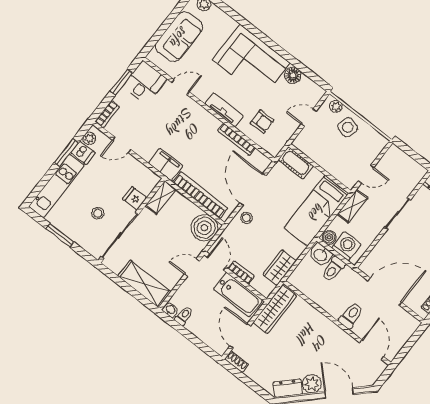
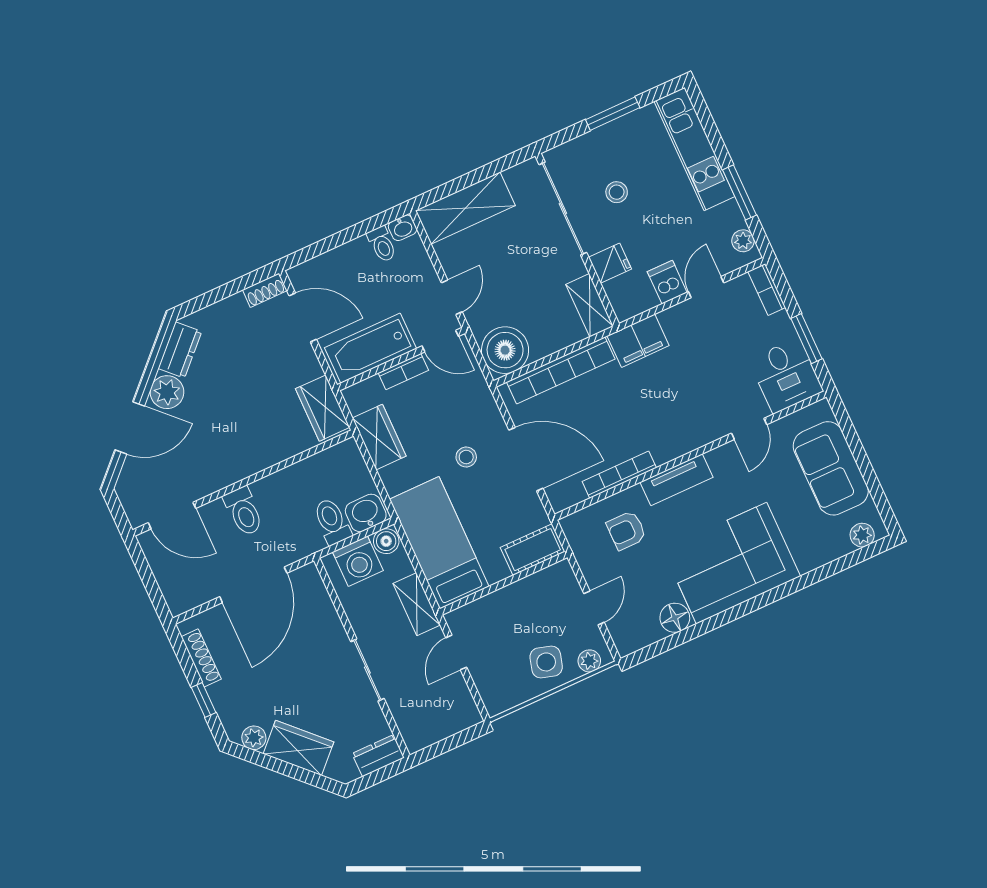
dishwasher: (83, 153) -> (667, 282), moved, turned 90
stool: (246, 218) -> (466, 457), moved
wardrobe: (275, 309) -> (323, 408), width x0.67

